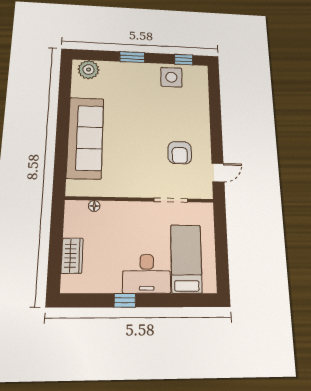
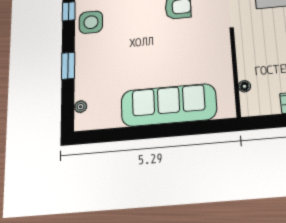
plant: (89, 70) -> (81, 107), width x0.53, depth x0.53

